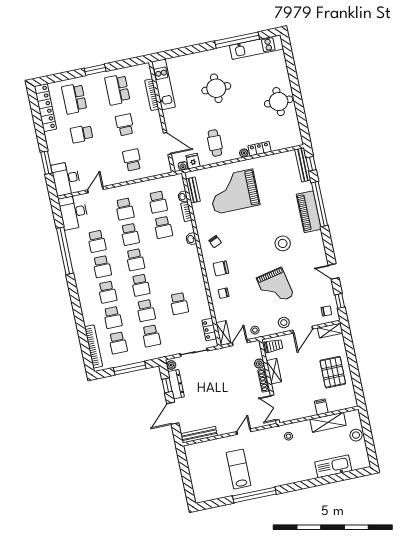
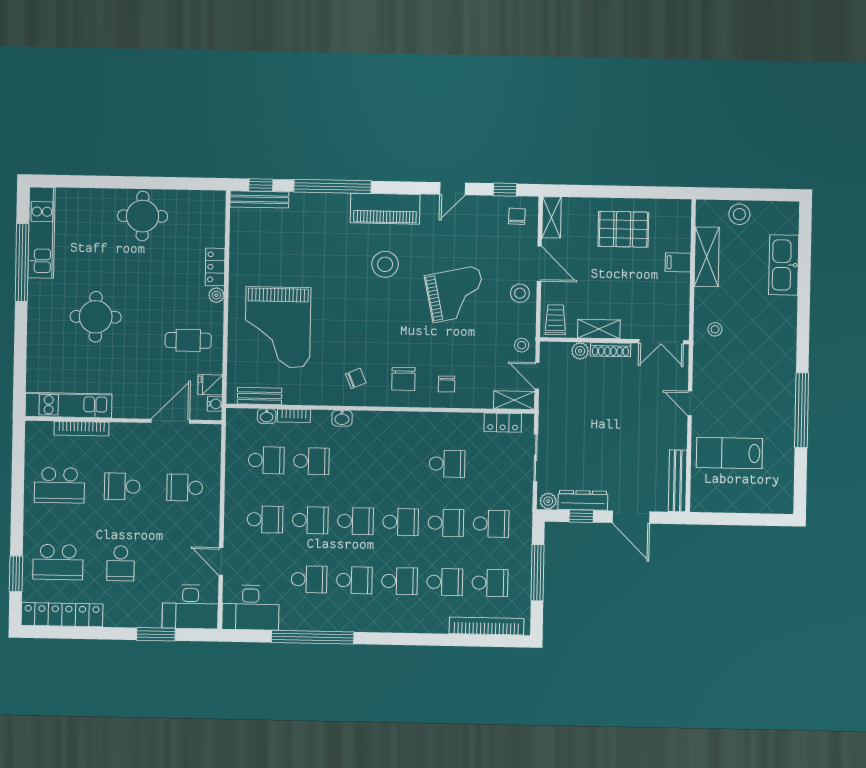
window: (95, 70) -> (16, 574), moved
piano: (309, 212) -> (385, 209), moved
lab bench: (239, 469) -> (729, 453), moved

